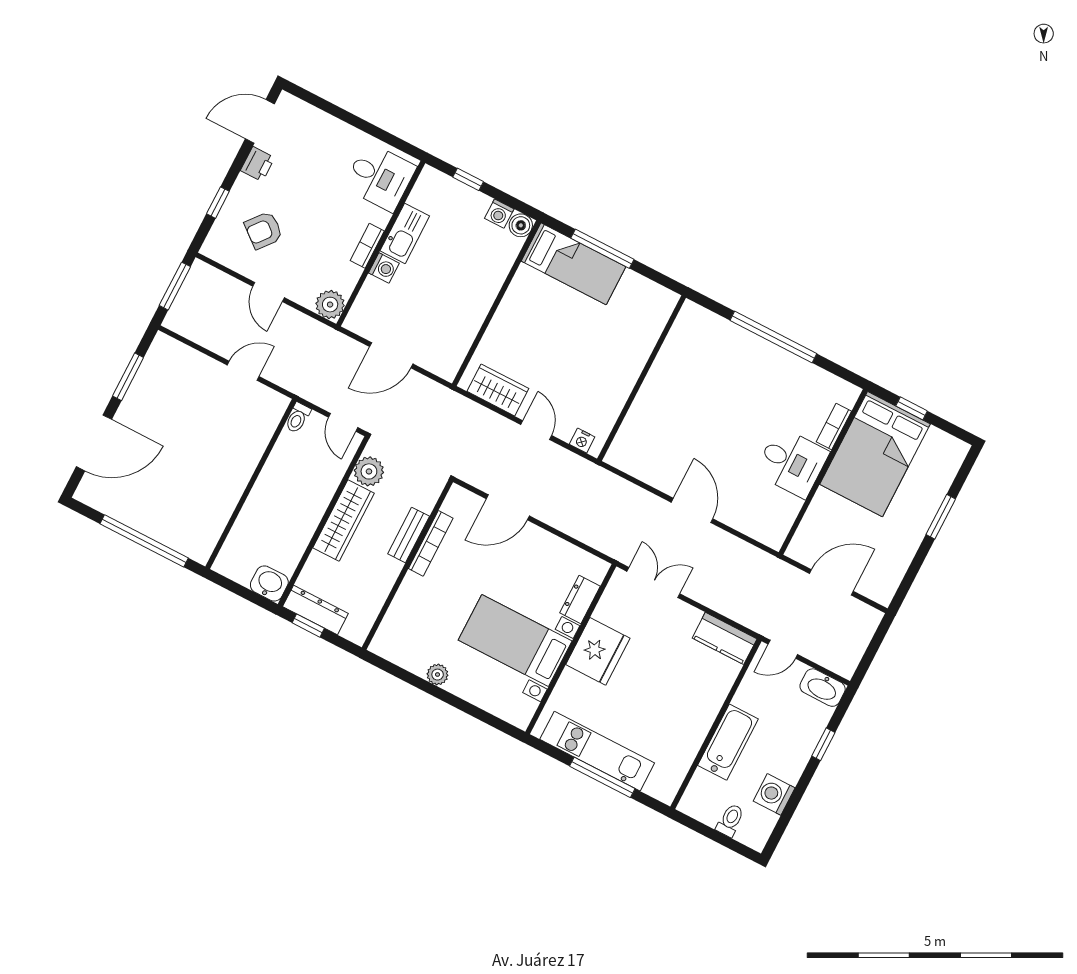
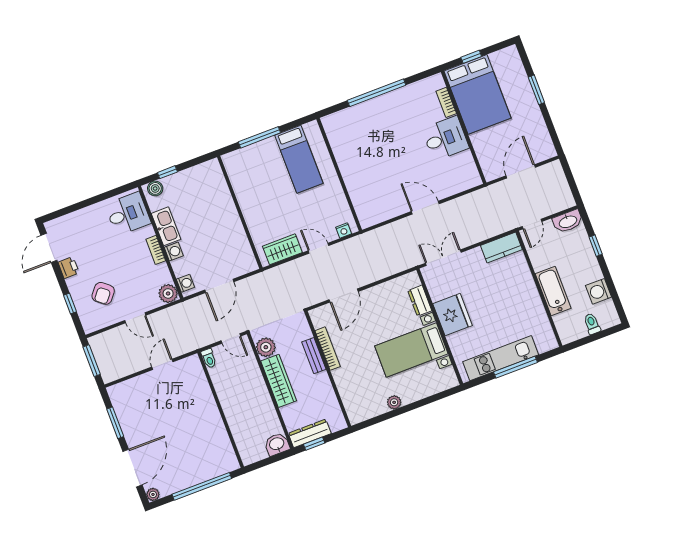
washing machine: (499, 214) -> (185, 283), moved, turned -90
boiler: (521, 225) -> (155, 188), moved
bed: (574, 264) -> (299, 159), moved, turned 90
plant: (85, 493) -> (153, 494), added

